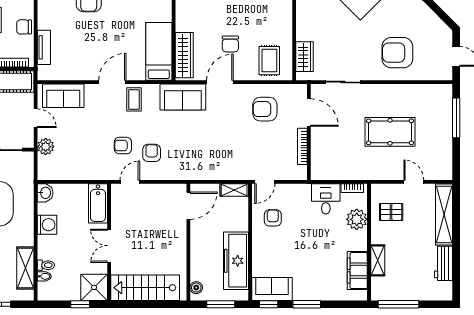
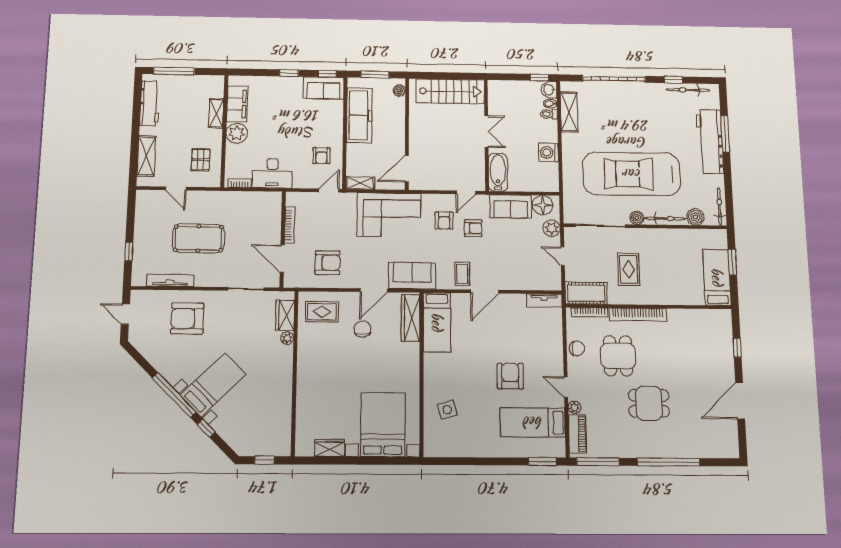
plant: (302, 34) -> (287, 338), added
tv unit: (44, 47) -> (544, 301), moved, turned -90
armchair: (397, 53) -> (187, 319), turned 180
rug: (269, 61) -> (322, 312), turned 90
tv unit: (415, 90) -> (170, 280), added
sofa: (63, 96) -> (511, 206), moved, turned 180
window: (456, 118) -> (129, 251), width x0.46
corner sofa: (206, 158) -> (389, 215), added
floor lamp: (54, 170) -> (543, 205), added
washbasin: (45, 193) -> (549, 90), moved
desk: (326, 199) -> (272, 173), width x1.37
pallet: (391, 212) -> (201, 160), turned 90
shelving: (444, 215) -> (146, 156), width x0.68
plant: (357, 219) -> (237, 133), moved
workbench: (444, 263) -> (150, 103), width x1.38
shower: (94, 287) -> (501, 93), removed
window: (80, 304) -> (540, 77), moved
window: (307, 304) -> (289, 73), width x0.67
window: (398, 304) -> (174, 71), moved

